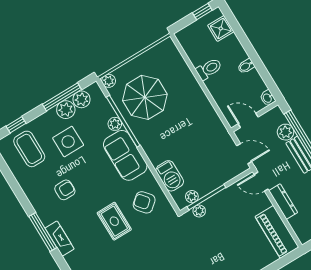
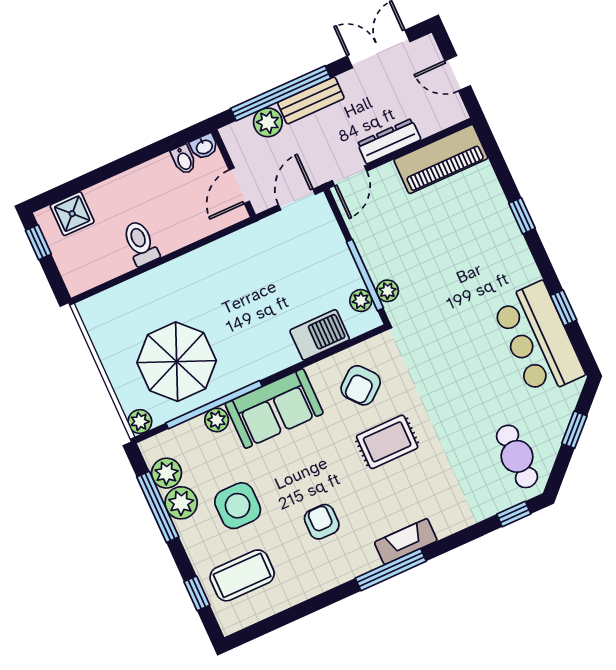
bidet: (246, 66) -> (184, 160), moved

